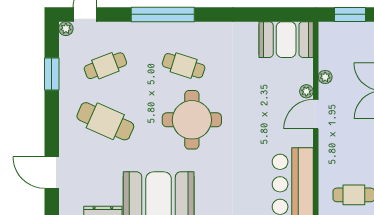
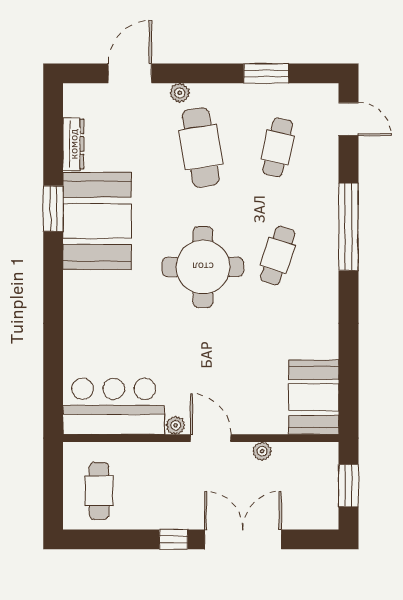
plant: (66, 29) -> (180, 93), moved
cafe table: (105, 66) -> (278, 147), turned 33
plant: (306, 91) -> (176, 425), moved
cafe table: (105, 121) -> (201, 147), turned -33

